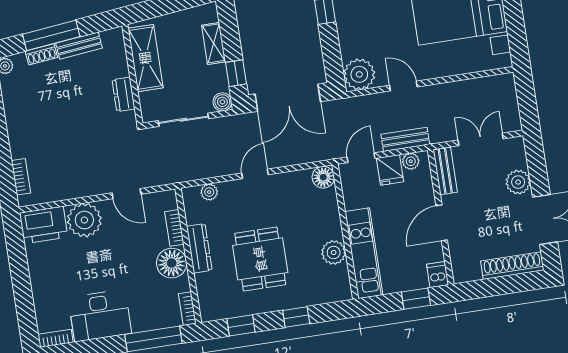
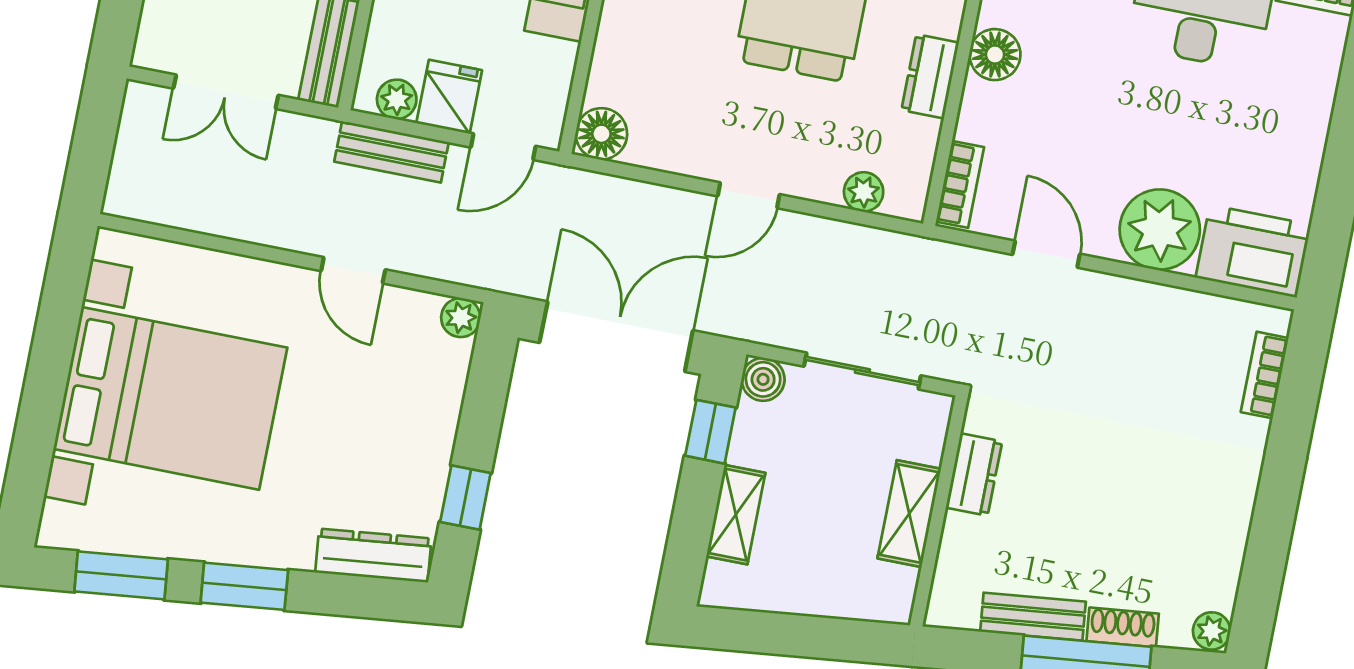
shelving: (145, 58) -> (909, 514), width x0.67, depth x0.75
plant: (359, 74) -> (461, 318), width x0.53, depth x0.53
bookcase: (174, 228) -> (960, 184), moved
dresser: (199, 248) -> (930, 76), width x0.70
floor lamp: (172, 263) -> (995, 55), width x0.73, depth x0.73

